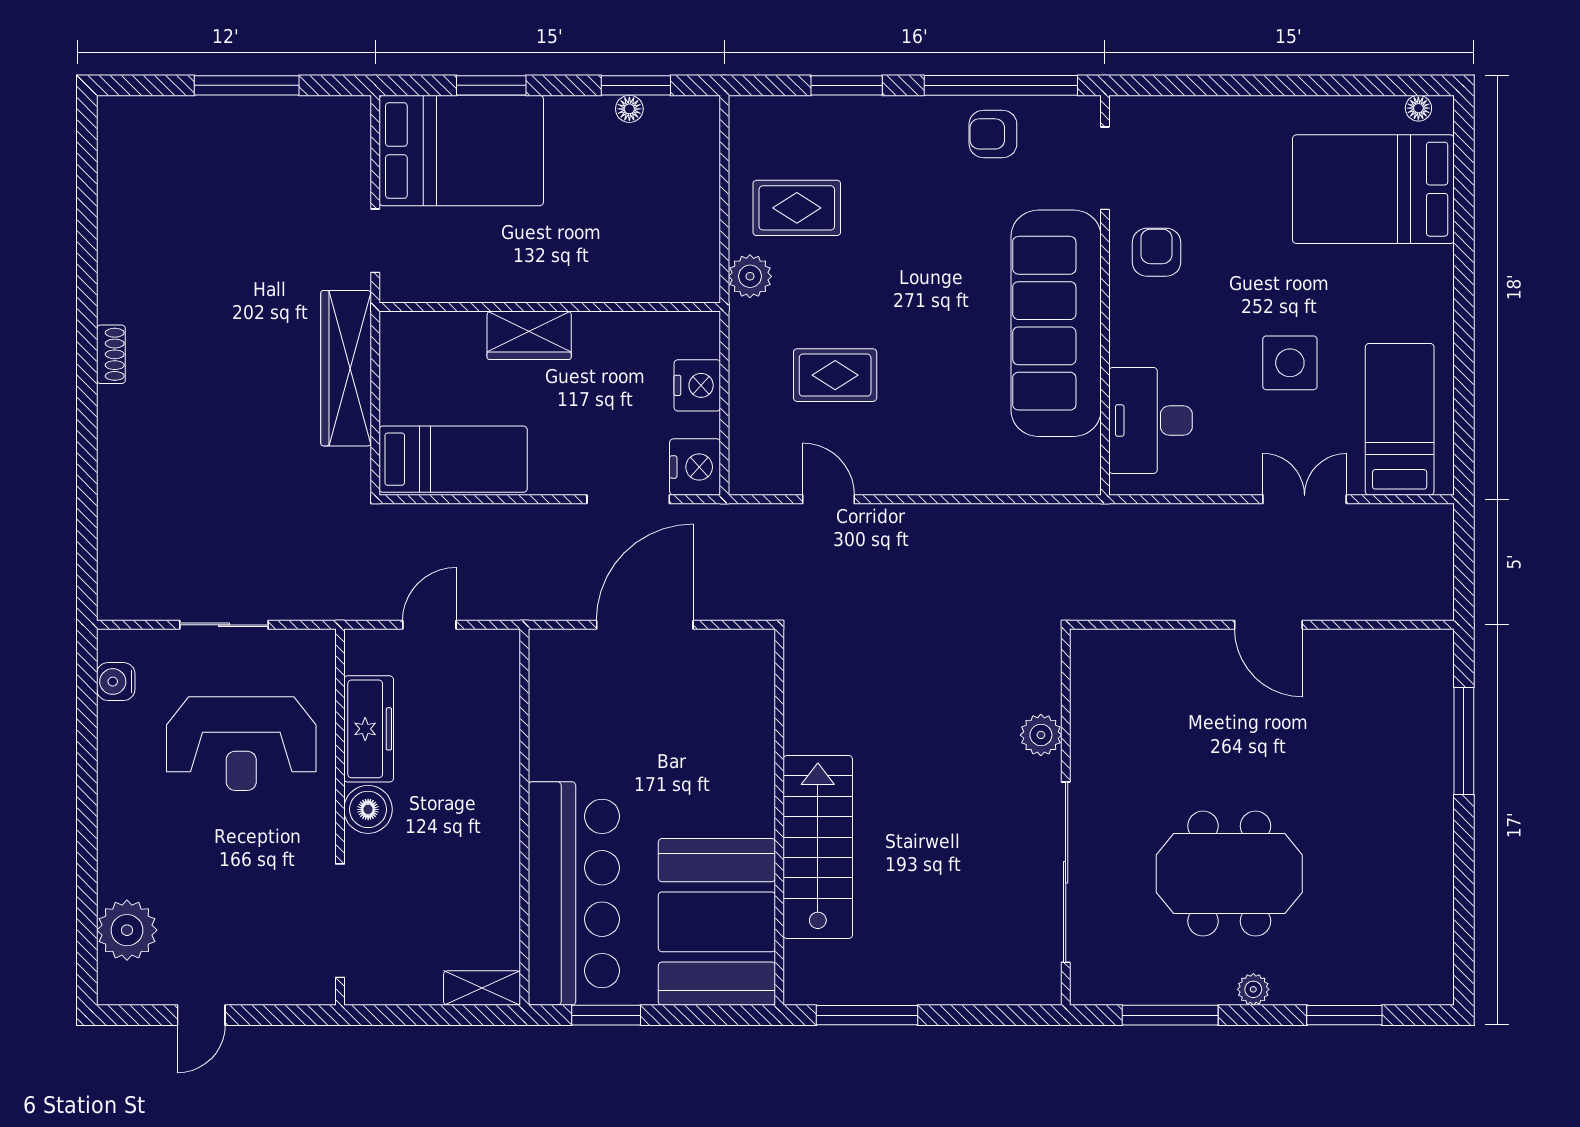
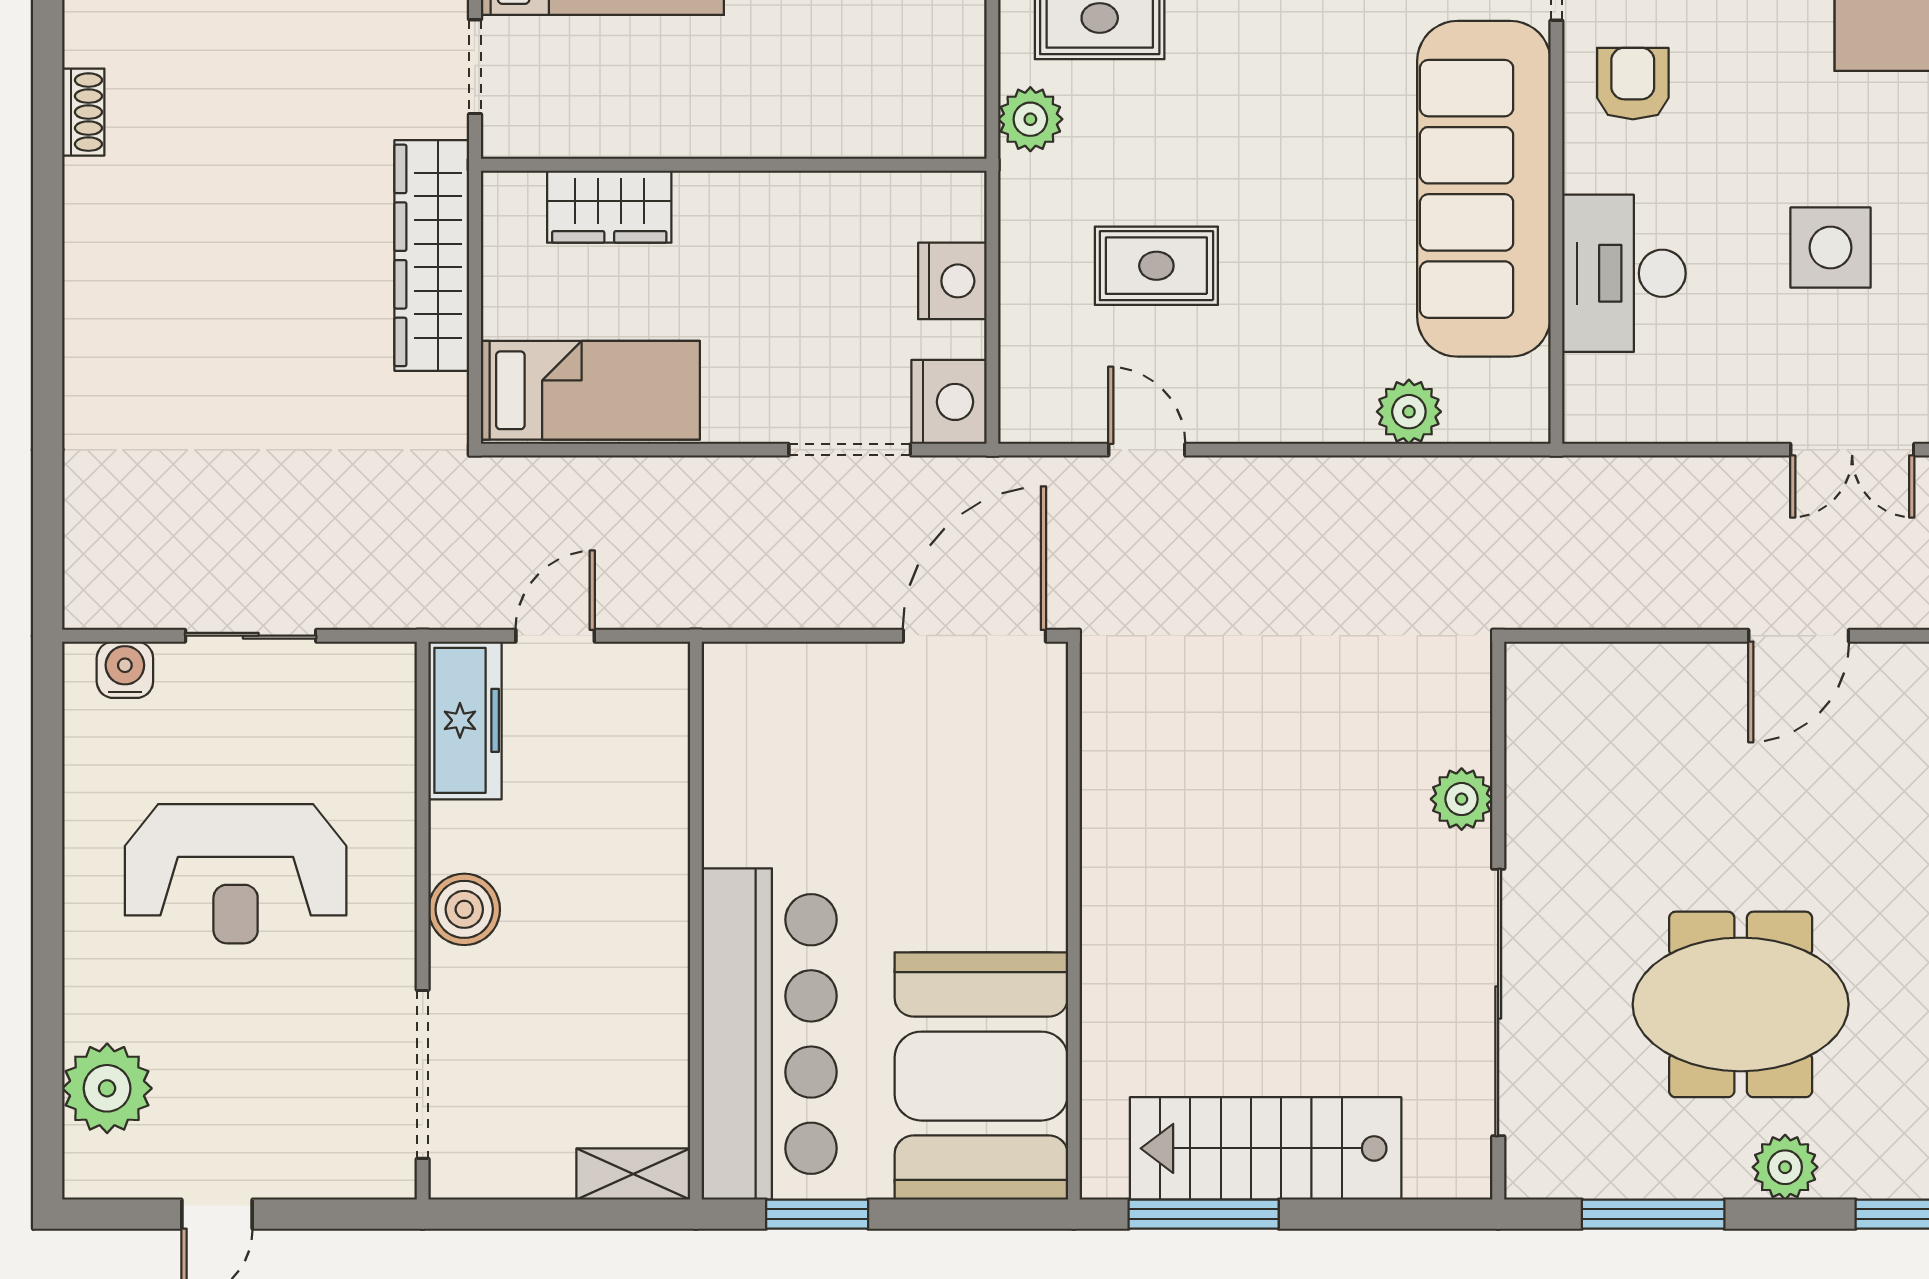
wardrobe: (529, 335) -> (609, 207), moved
shoe rack: (111, 354) -> (83, 112), moved
desk: (1151, 420) -> (1624, 273), moved
plant: (1005, 474) -> (1409, 412), added
double door: (1305, 499) -> (1852, 450), swing flipped
door: (645, 625) -> (974, 636), moved
door: (1268, 625) -> (1799, 636), hinge flipped
water cooler: (116, 682) -> (125, 670), moved, turned 90
freezer: (369, 729) -> (465, 720), moved
reception desk: (241, 744) -> (236, 874), moved
stairs: (818, 847) -> (1266, 1148), moved, turned -90
plant: (1253, 989) -> (1785, 1167), width x1.38, depth x1.38

